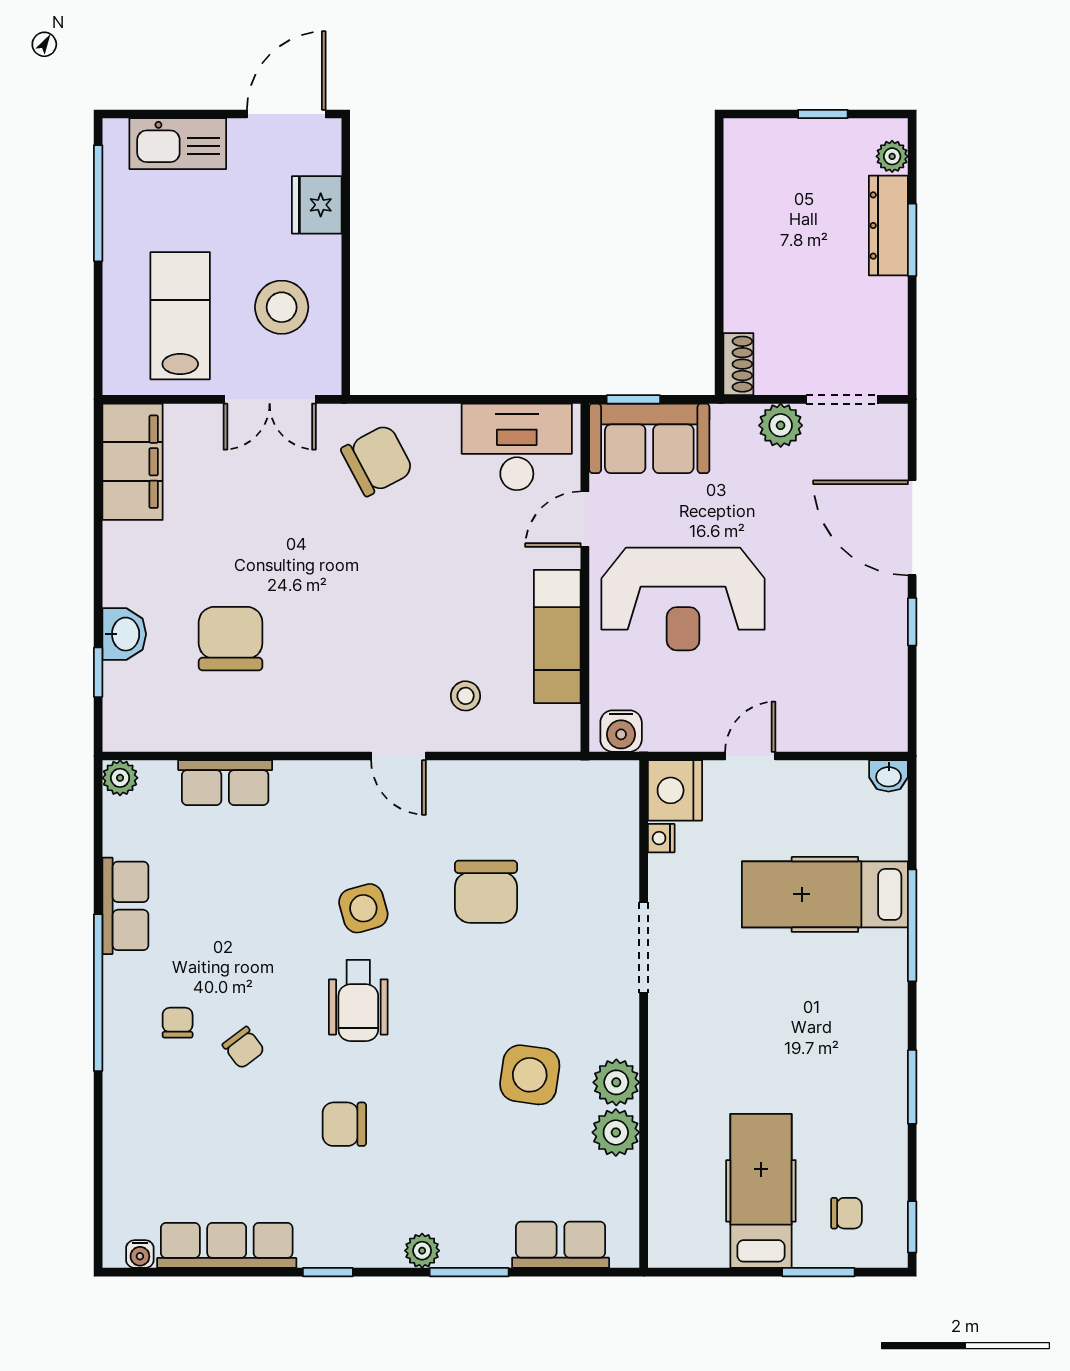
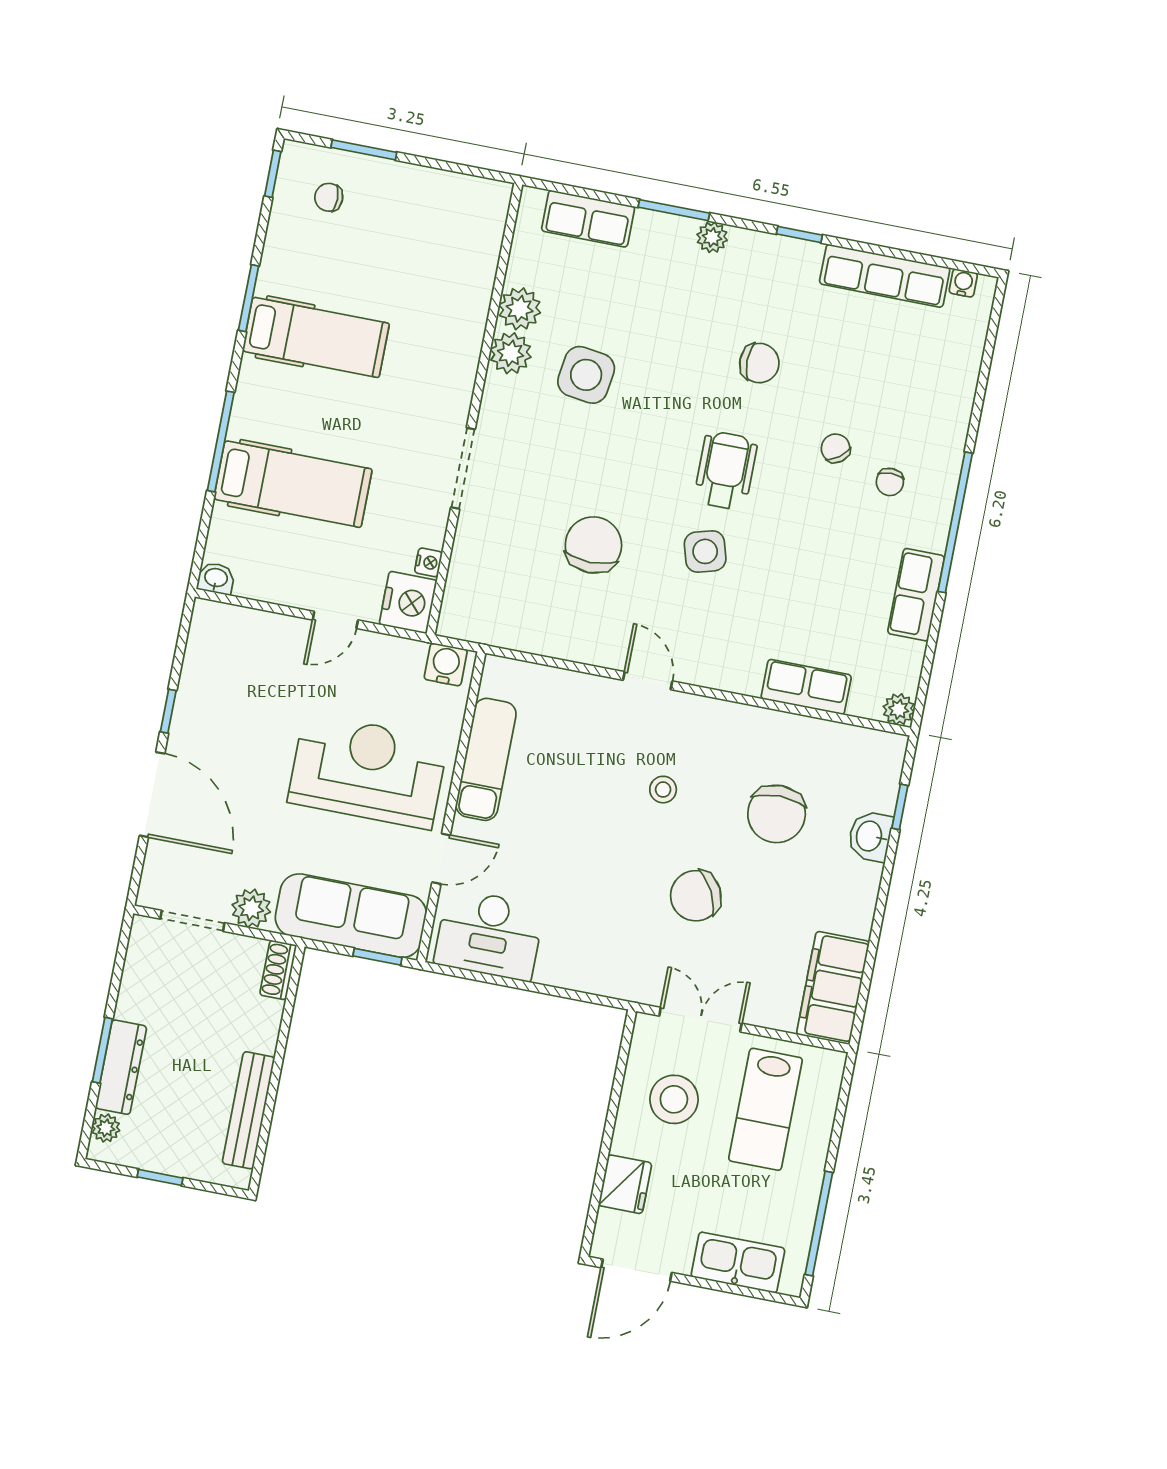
bench: (741, 206) -> (248, 1110), added
sofa: (649, 438) -> (351, 916), width x1.36
chair: (377, 460) -> (696, 896), moved
stool: (466, 696) -> (663, 790), moved
hospital bed: (761, 1191) -> (316, 337), moved, turned -90

